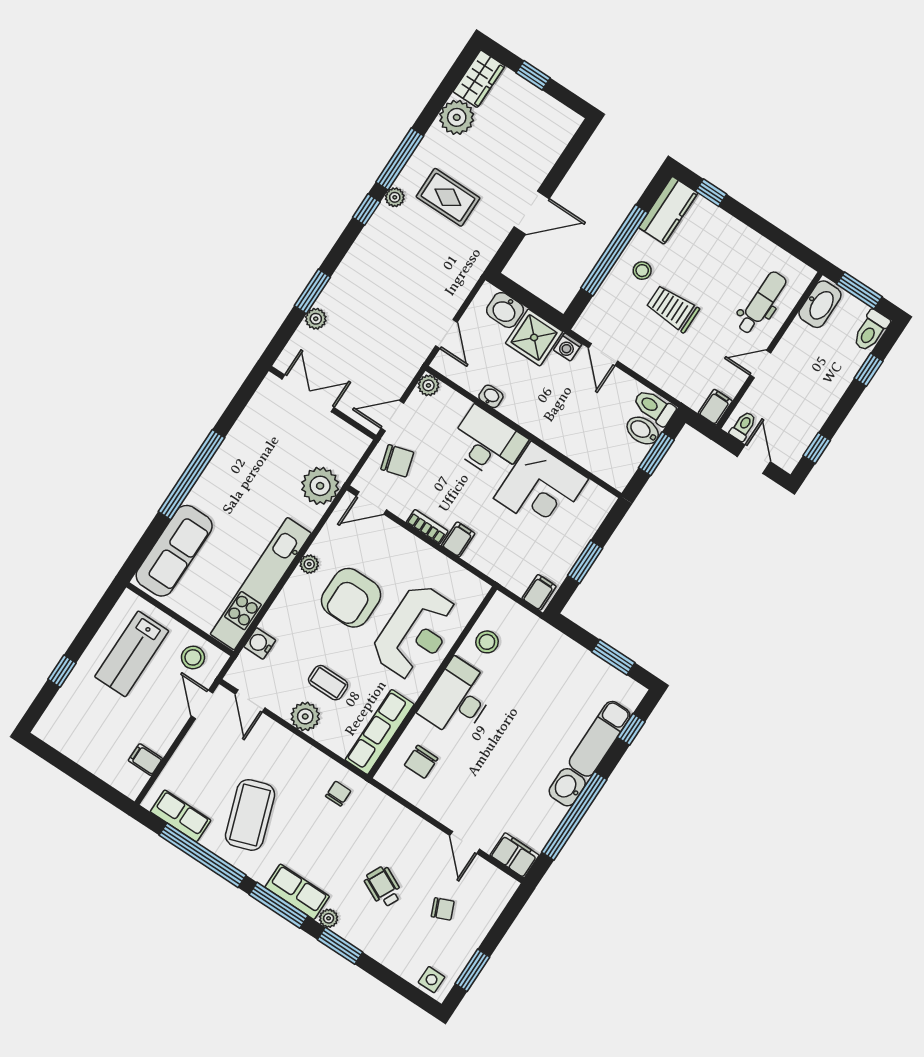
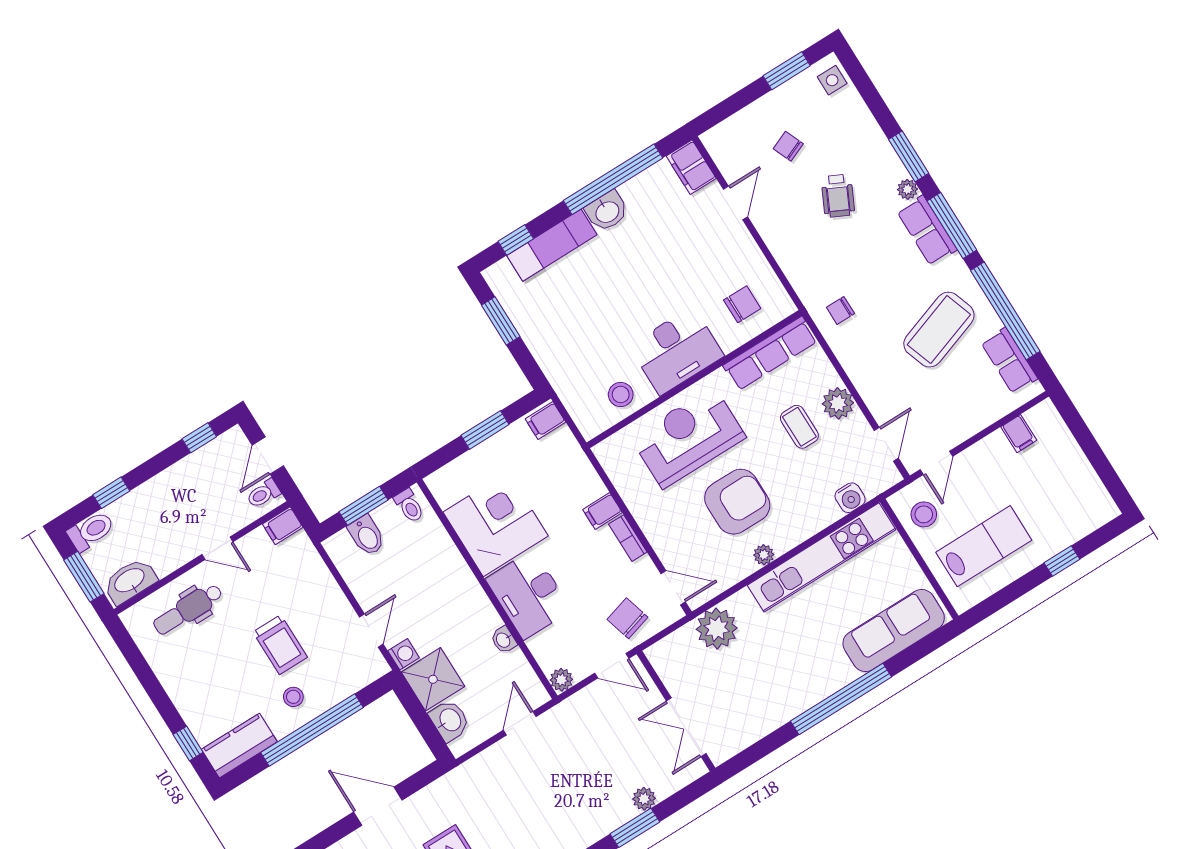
toilet: (654, 407) -> (409, 506), moved, width x0.73, depth x0.72

